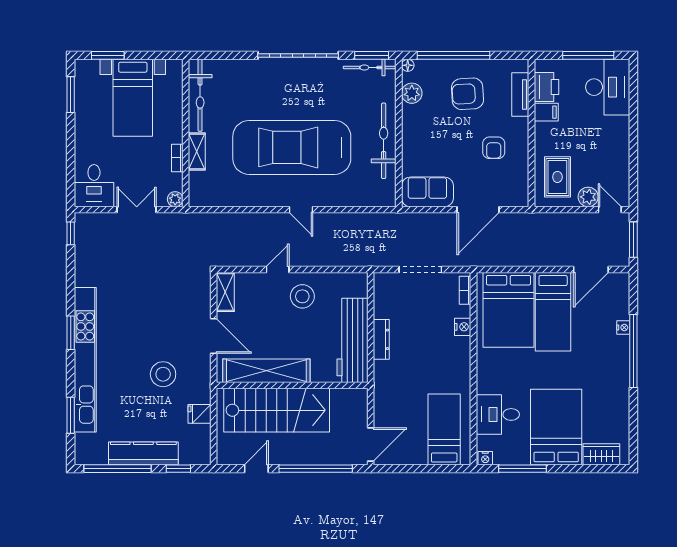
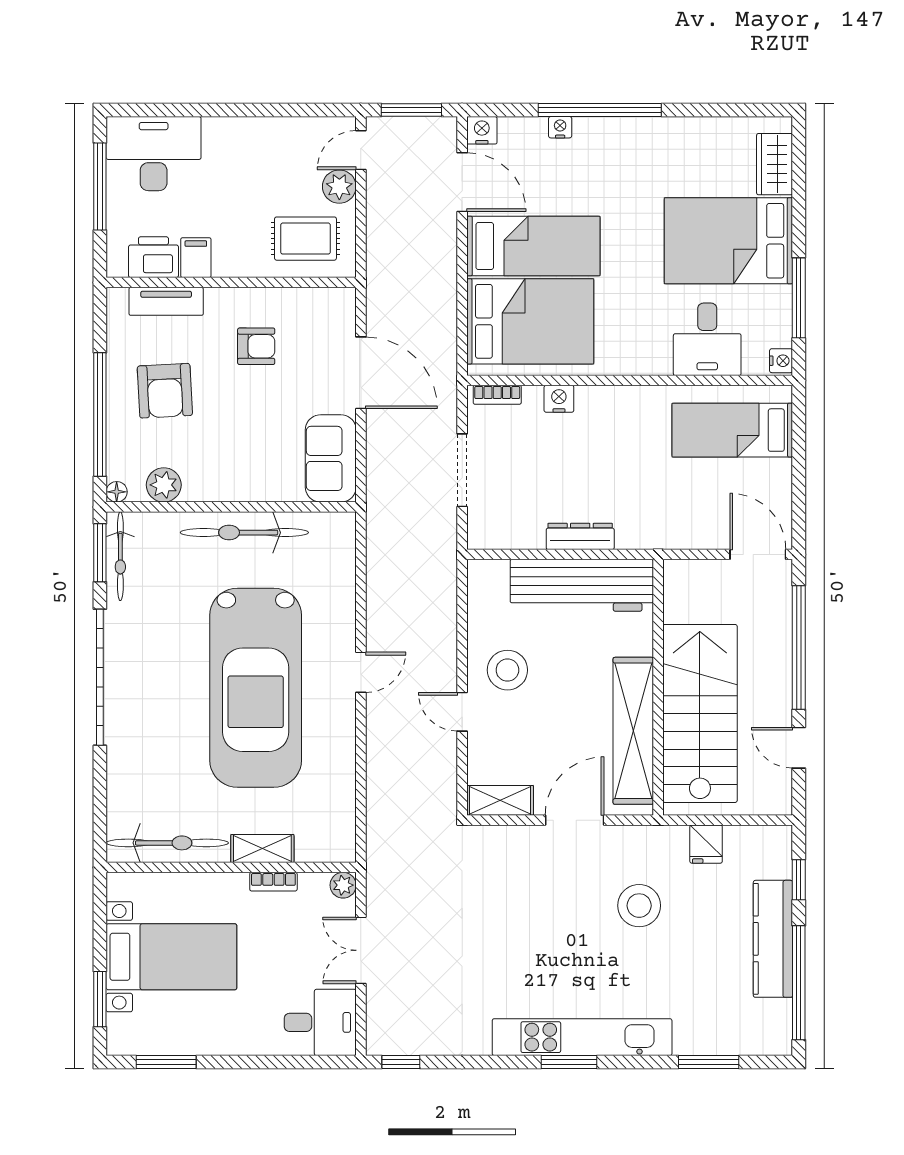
nightstand: (621, 281) -> (482, 130), added
kitchen unit: (85, 360) -> (582, 1037), width x0.73

